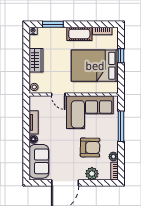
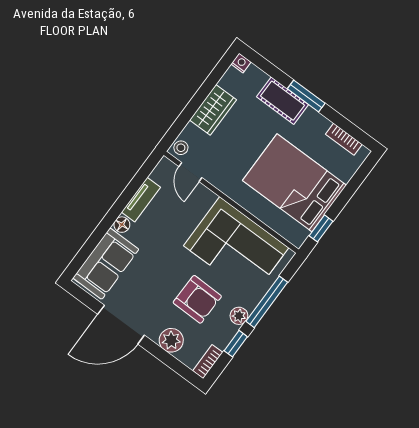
window: (53, 24) -> (306, 96), moved
cot: (79, 34) -> (283, 101), moved
window: (121, 56) -> (321, 228), moved
door: (58, 94) -> (190, 172), moved
window: (121, 154) -> (236, 344), added
plant: (113, 157) -> (239, 316), moved

